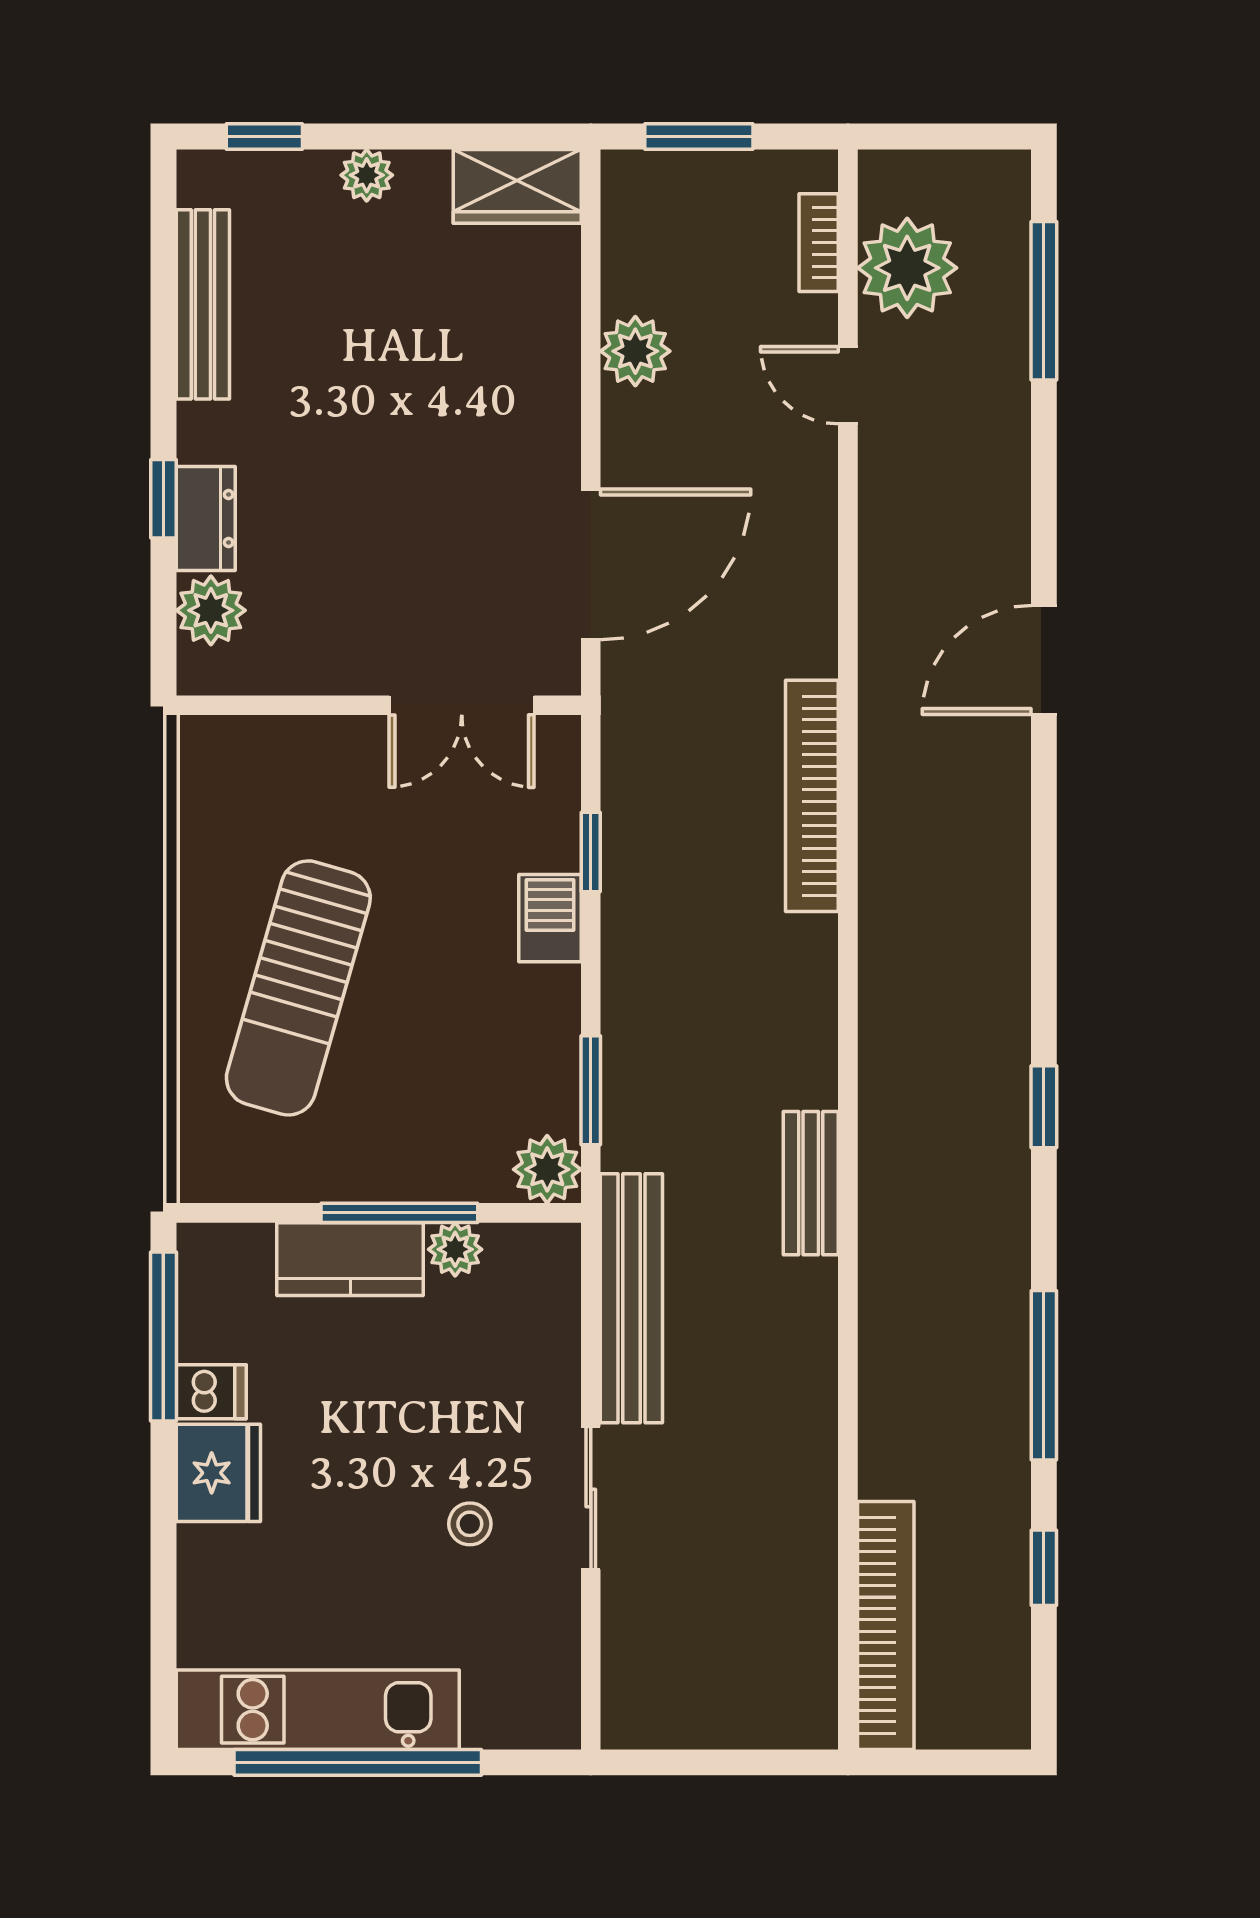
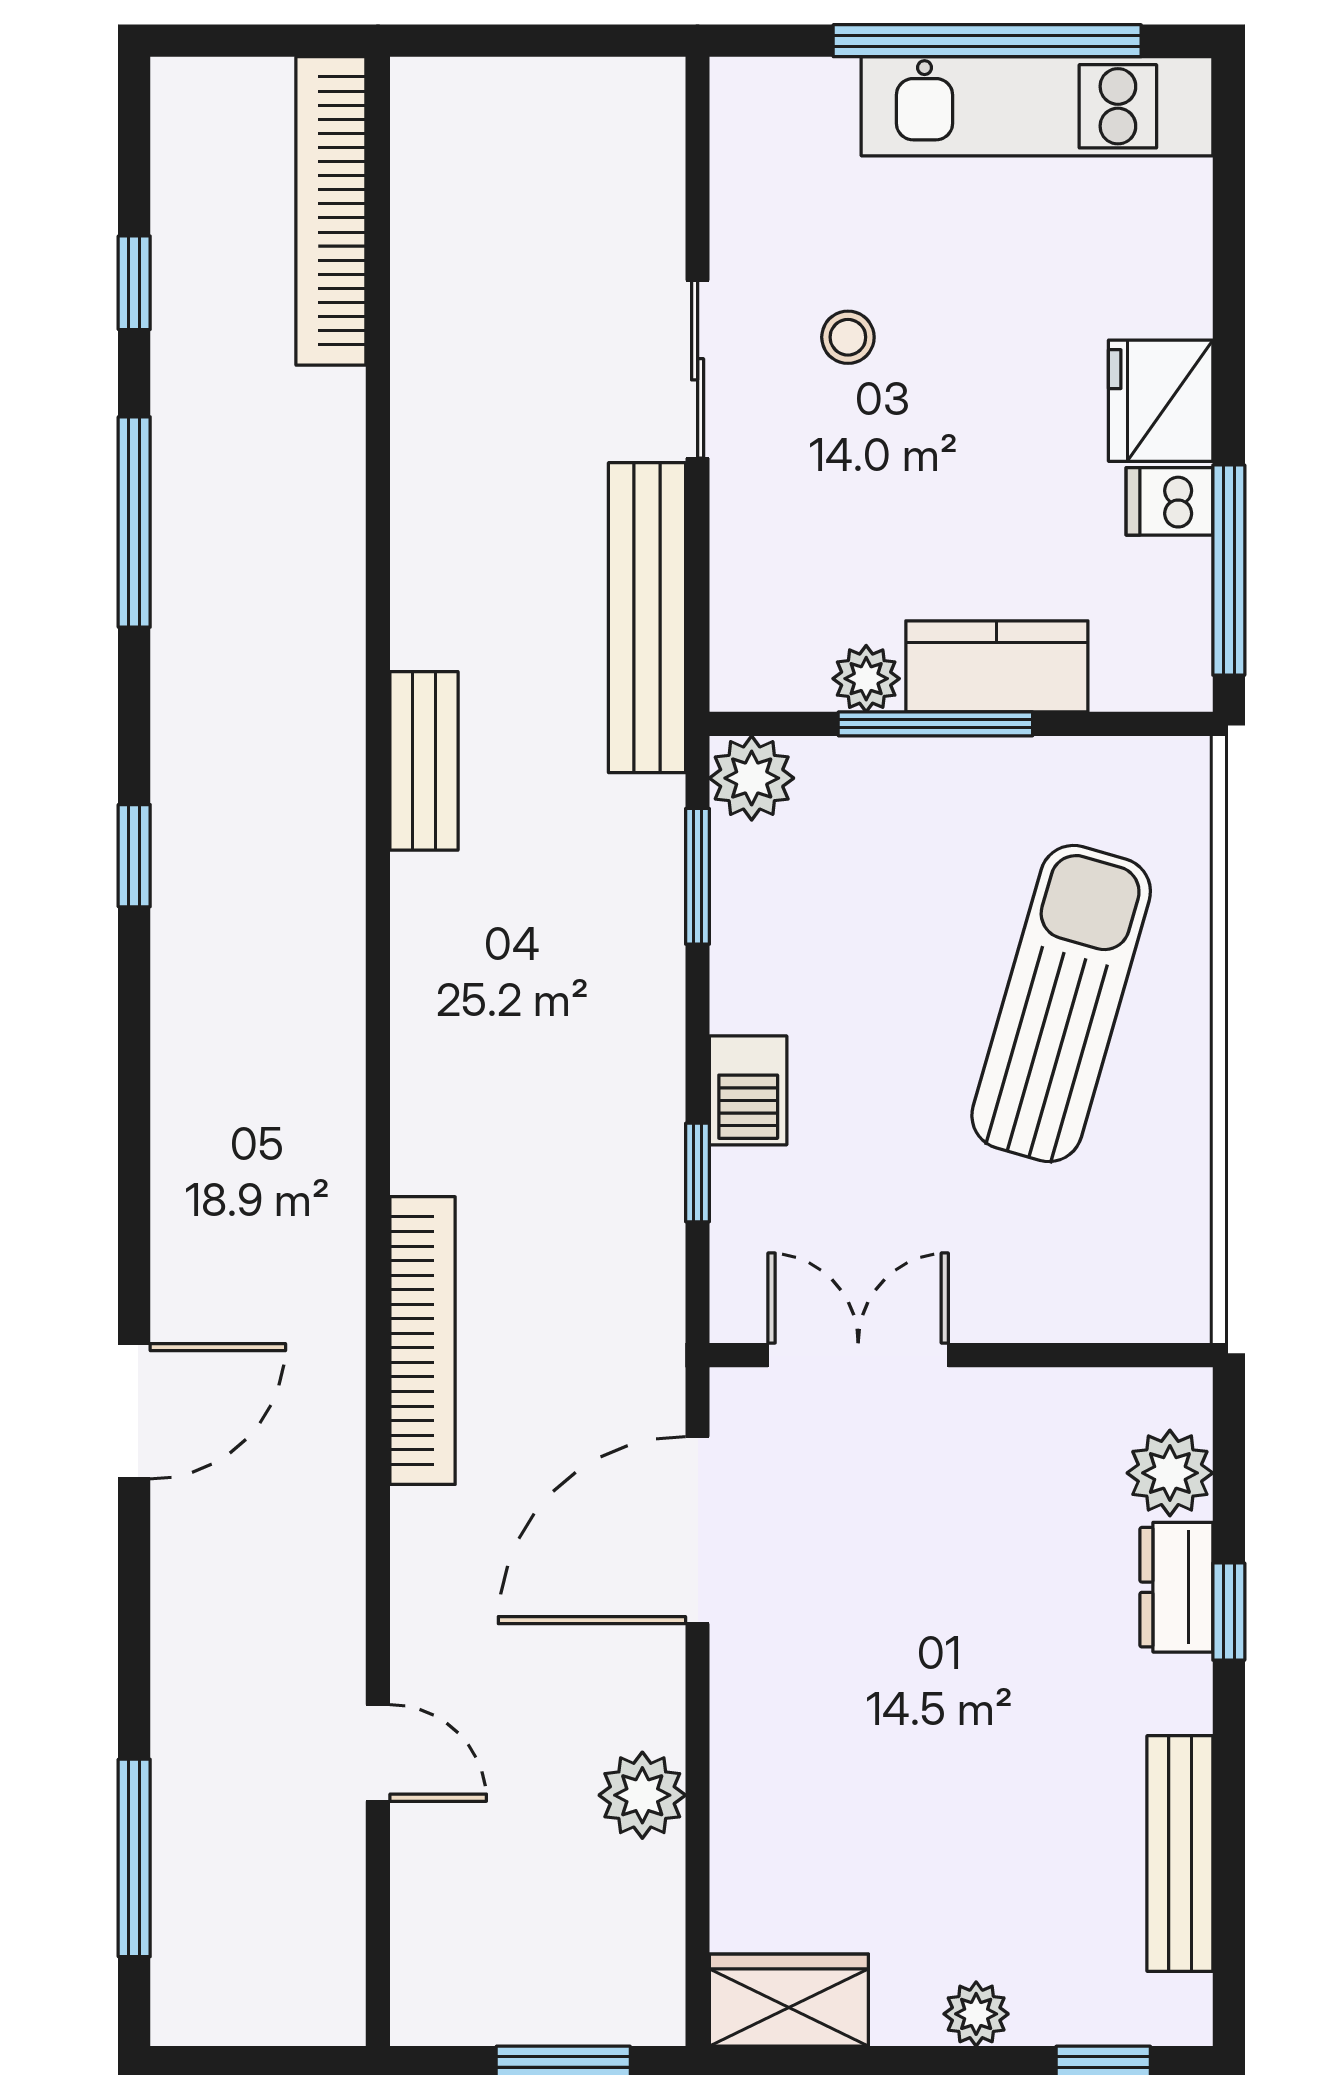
bookcase: (819, 243) -> (414, 1930), removed
plant: (907, 268) -> (304, 1899), removed
bookcase: (812, 796) -> (423, 1341), moved

